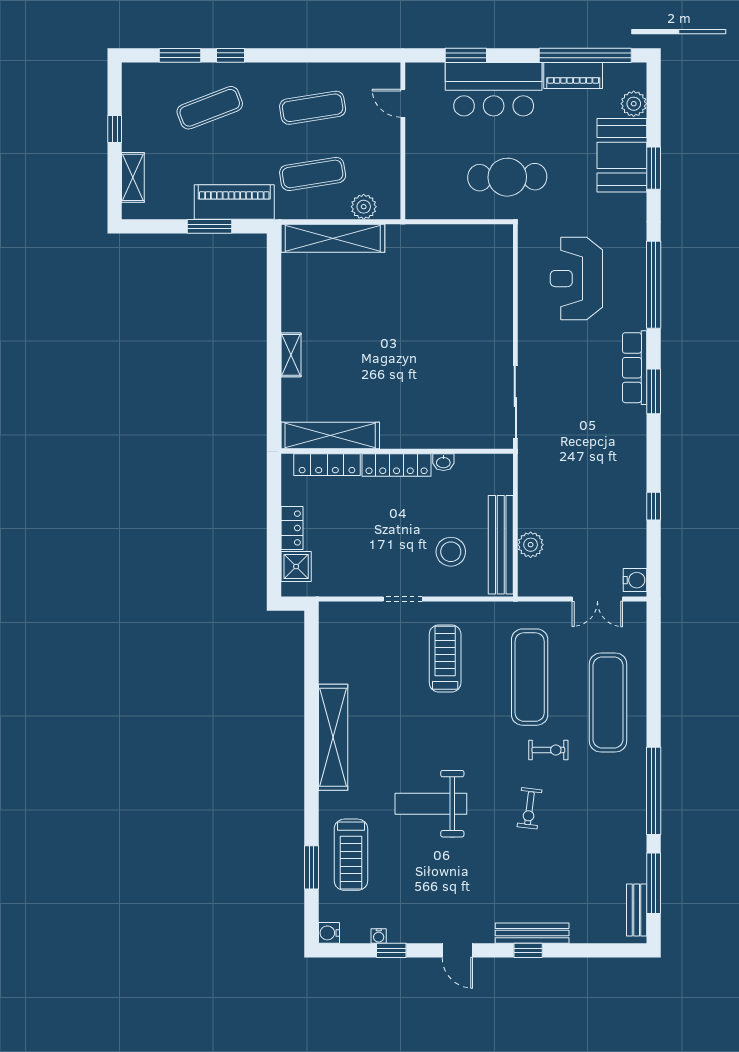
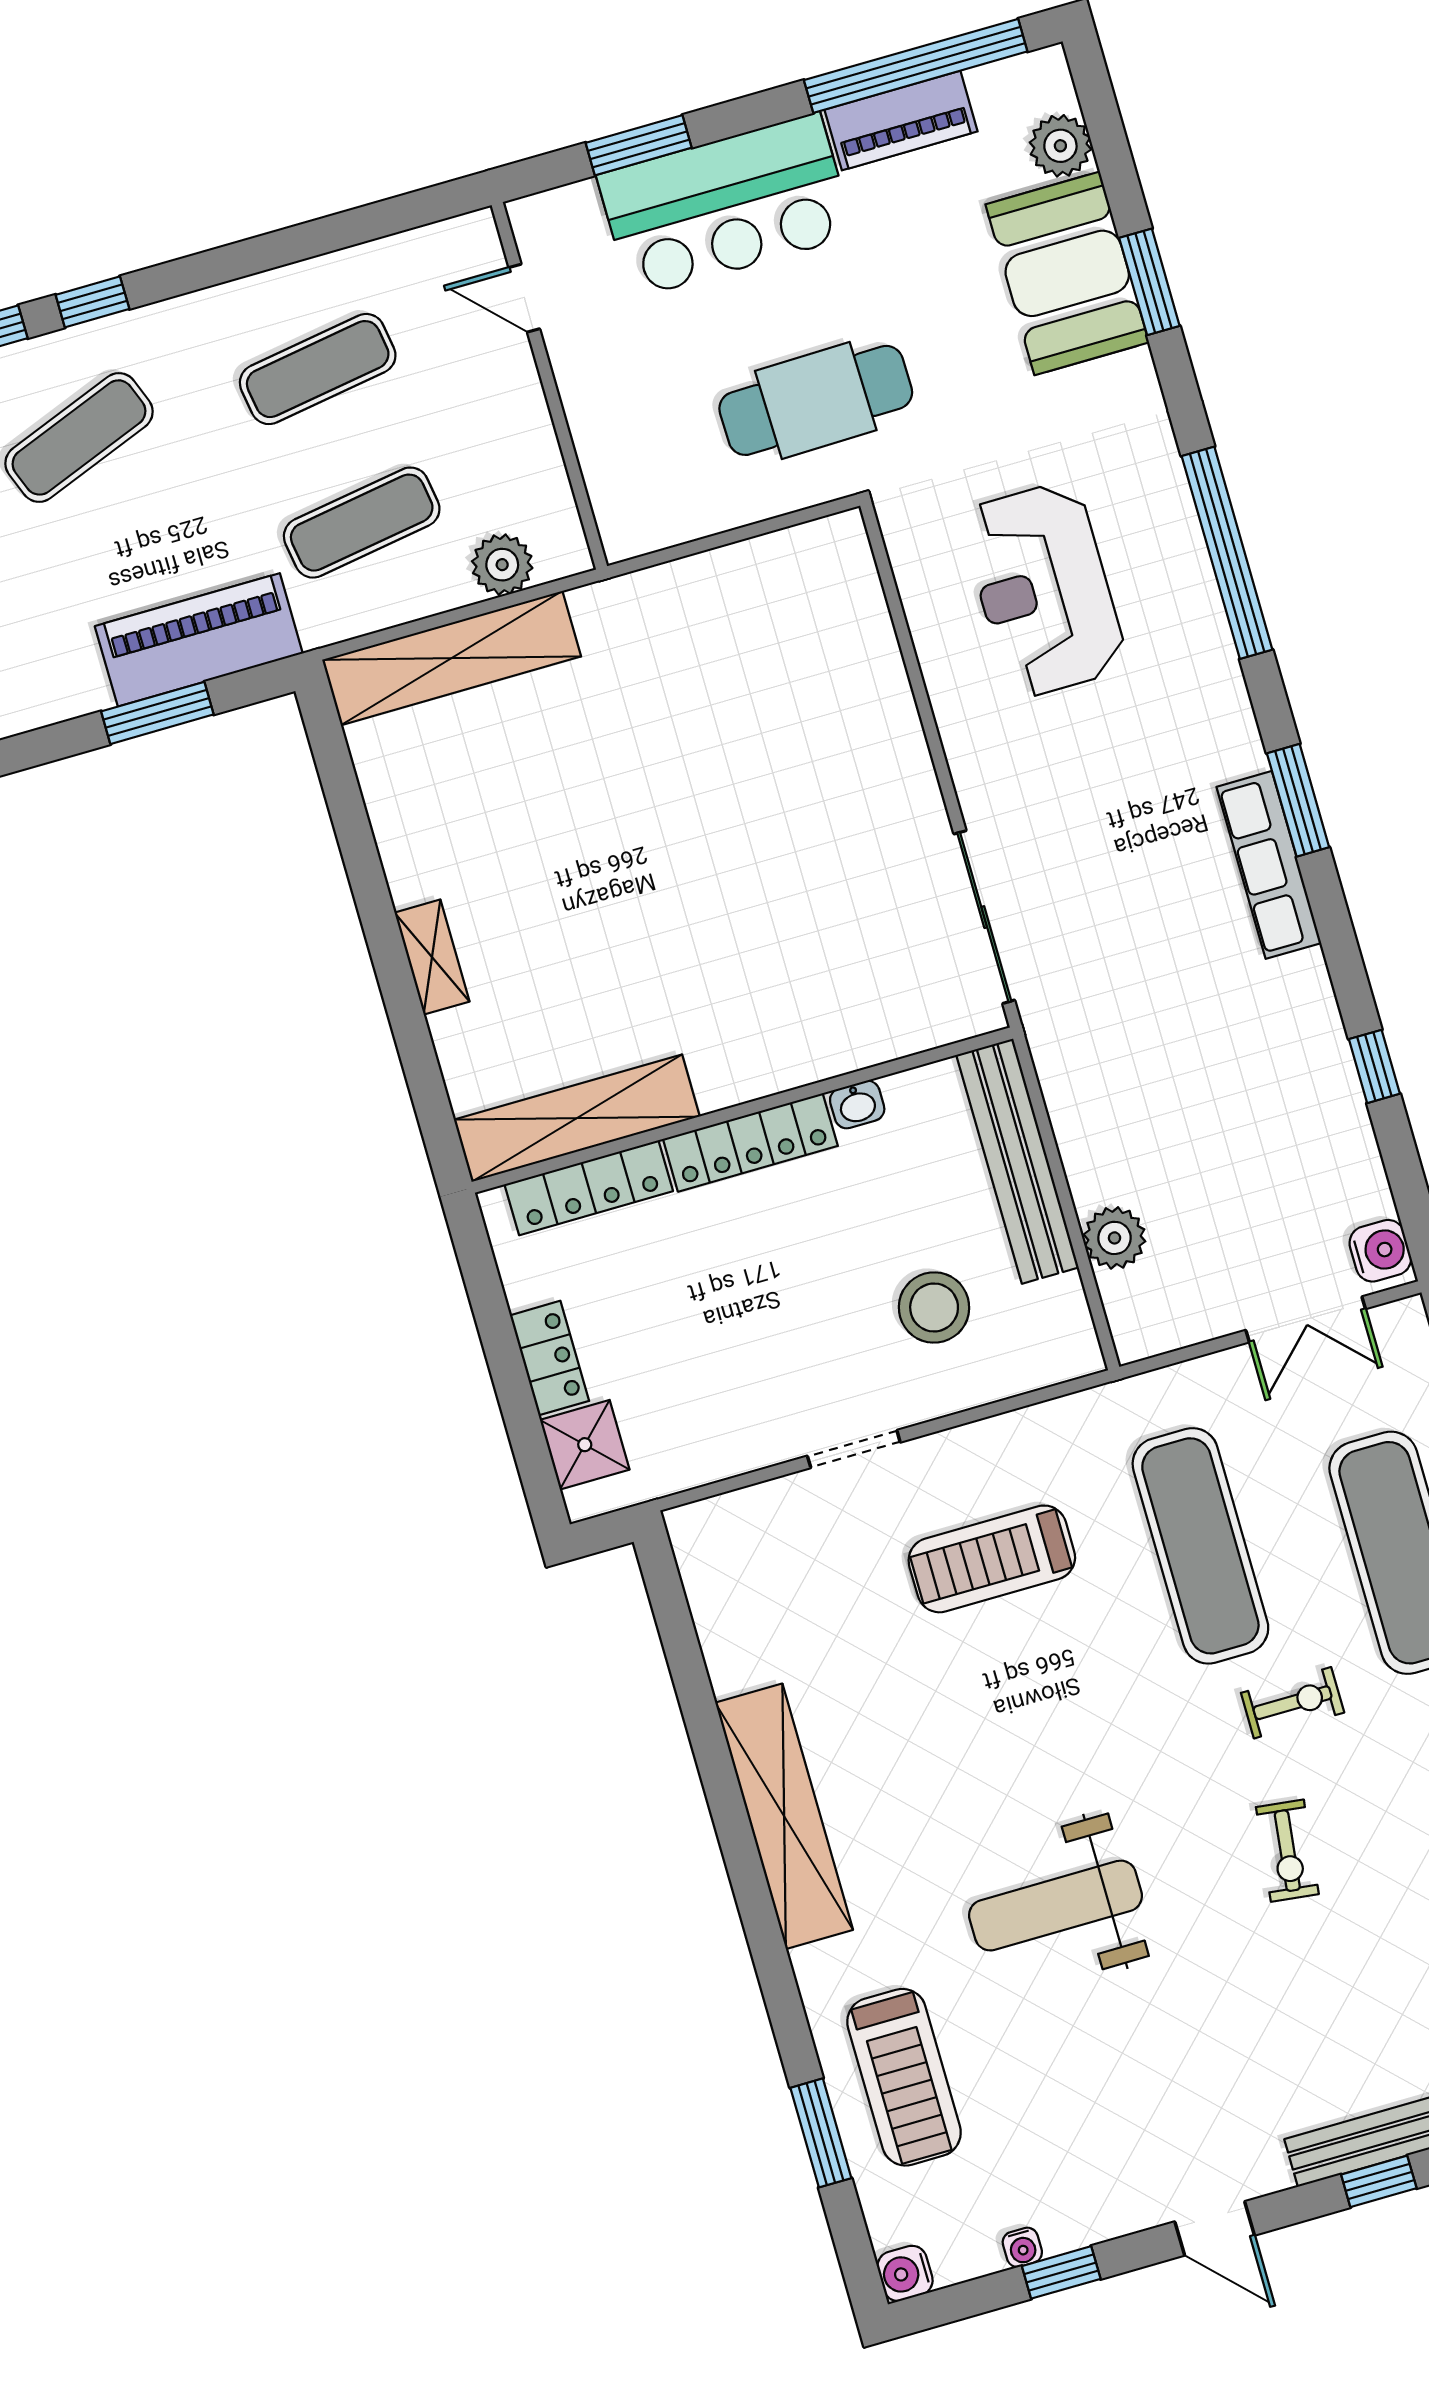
row of seats: (635, 368) -> (1269, 865), moved
bench: (501, 545) -> (1018, 1161), moved
treadmill: (445, 658) -> (992, 1559), turned -90

